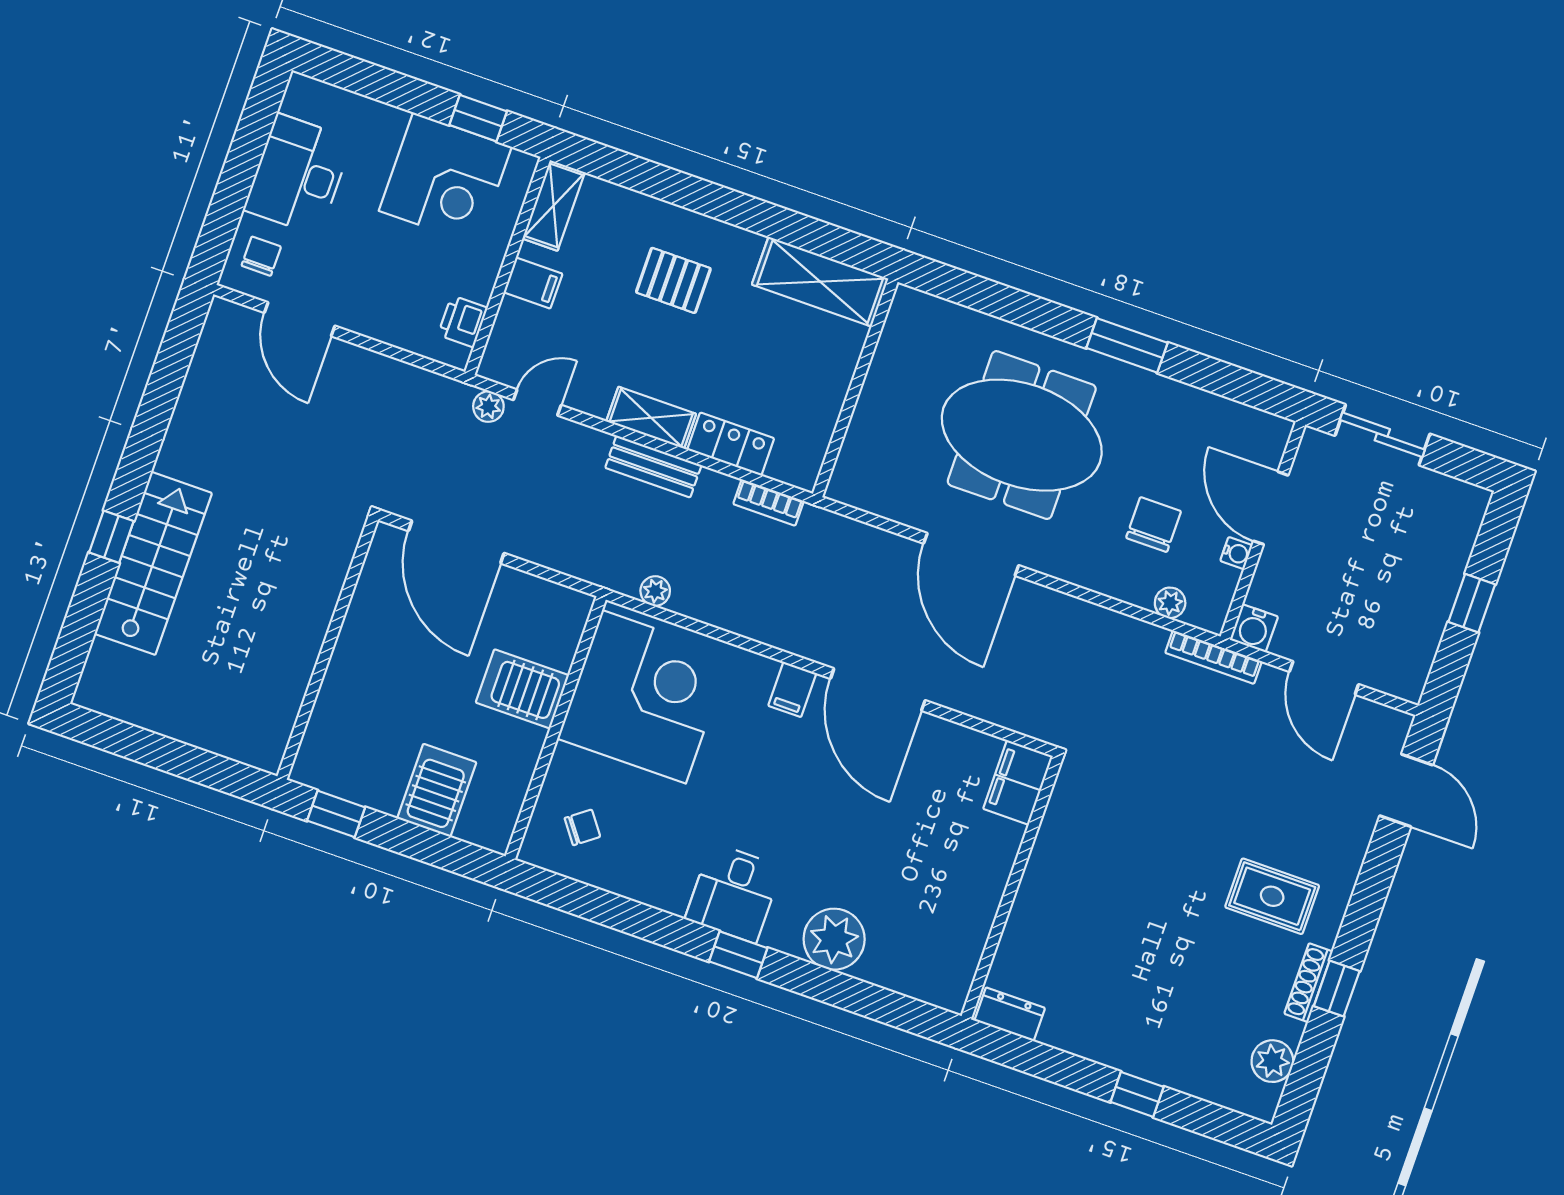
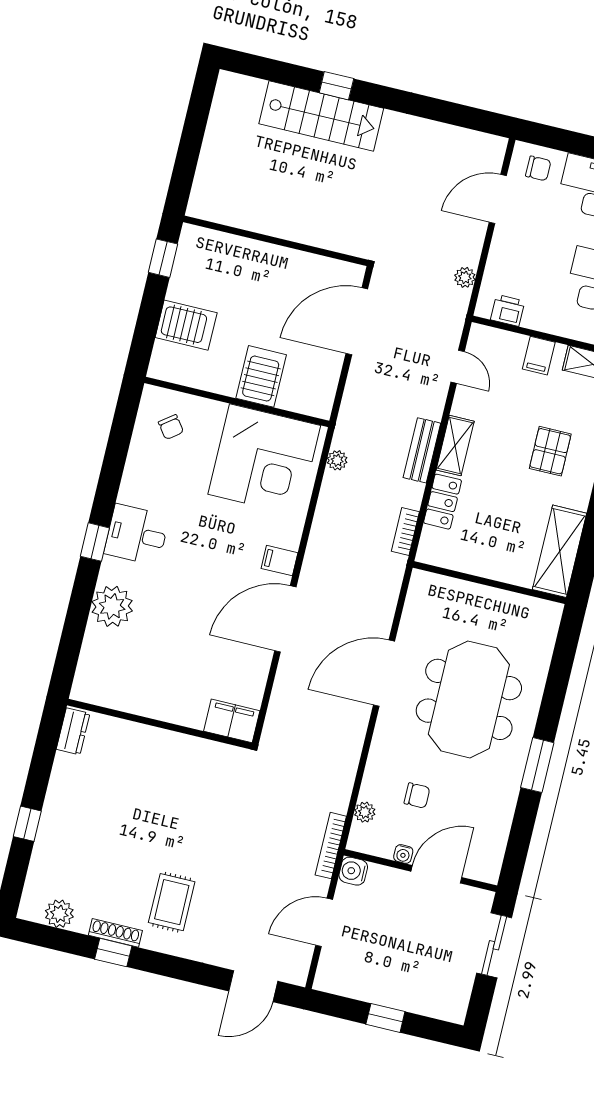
plant: (488, 407) -> (465, 277), moved
chair: (1154, 525) -> (417, 796), width x0.73, depth x0.73

